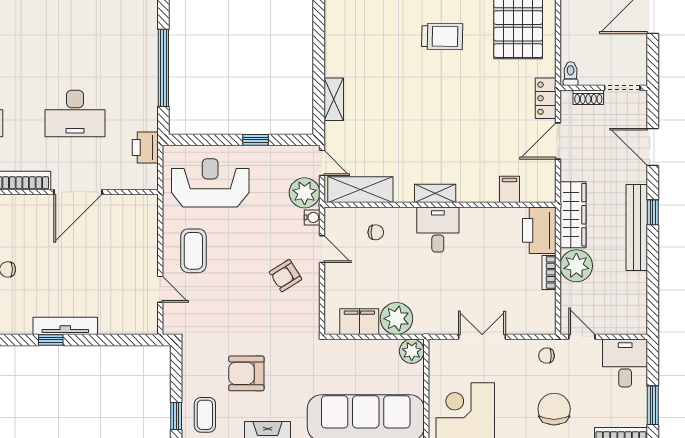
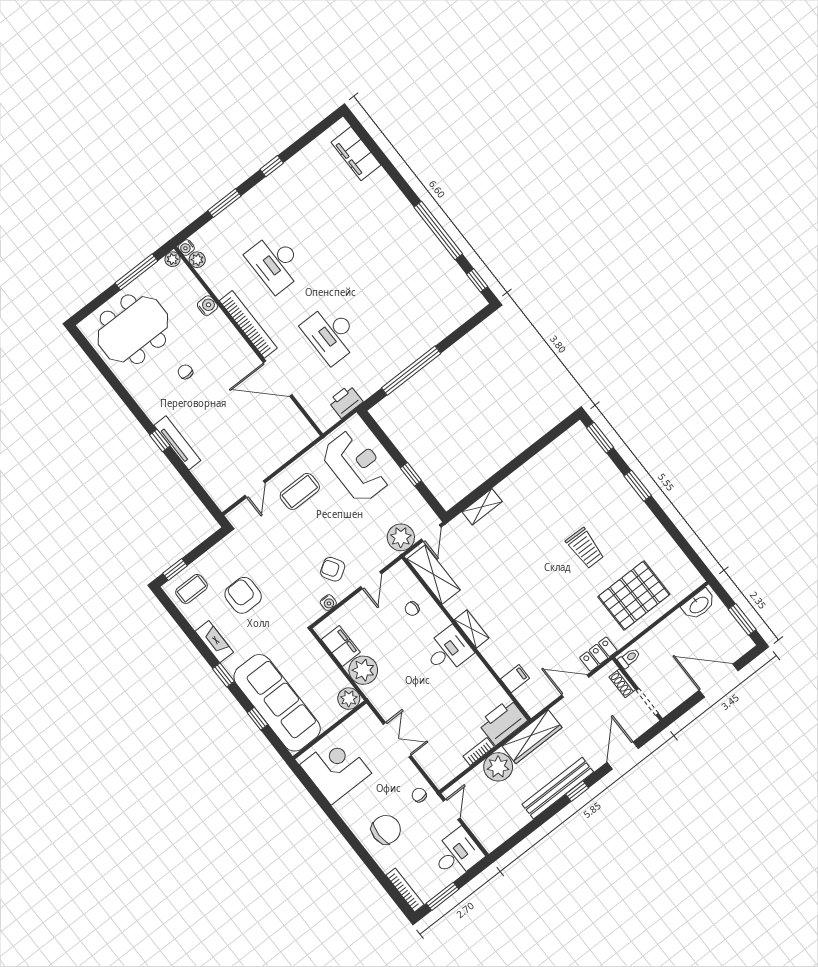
water cooler: (312, 217) -> (328, 603), moved
chair: (376, 232) -> (412, 609), turned 90

